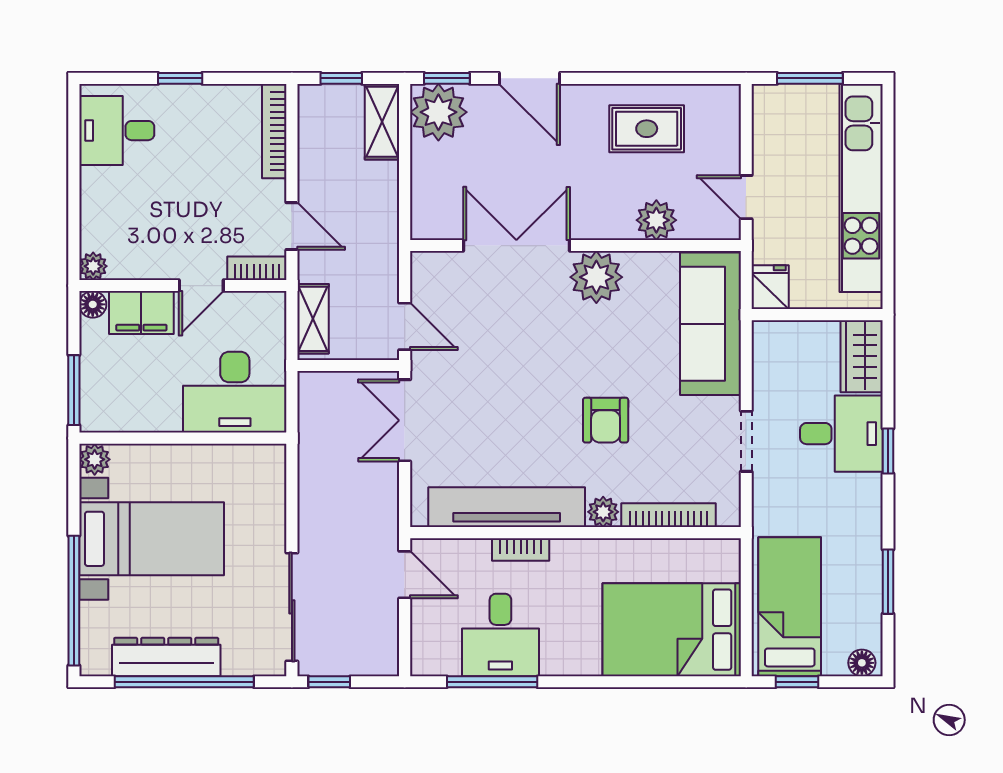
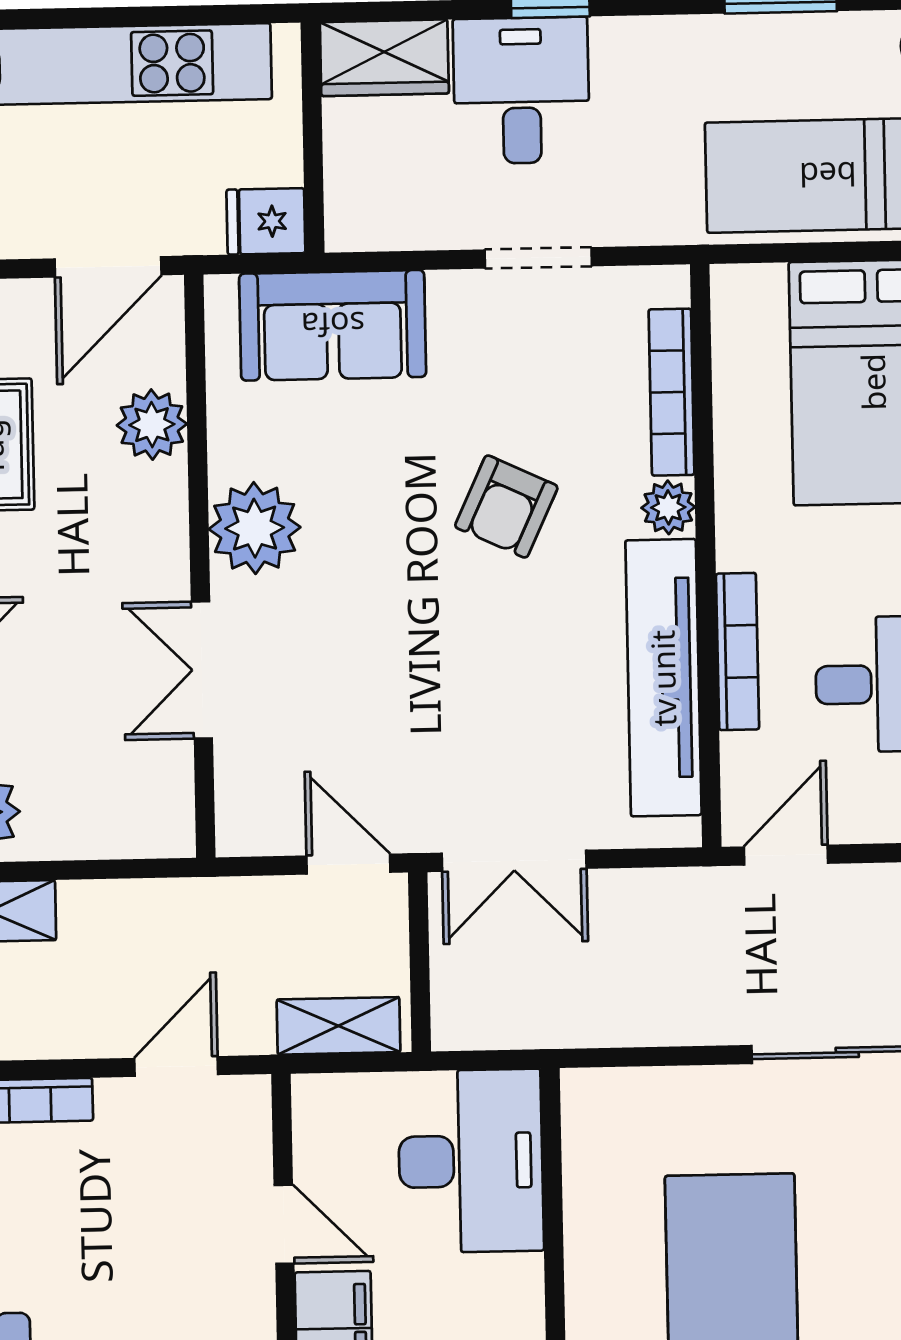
door: (746, 197) -> (108, 267), width x1.38
double door: (516, 246) -> (202, 670), width x0.73
bookcase: (257, 268) -> (252, 1127), removed
sofa: (710, 324) -> (333, 325), width x0.73
door: (405, 326) -> (348, 864), hinge flipped
armchair: (606, 420) -> (506, 507), turned 115
bookcase: (521, 549) -> (737, 651), width x1.56

